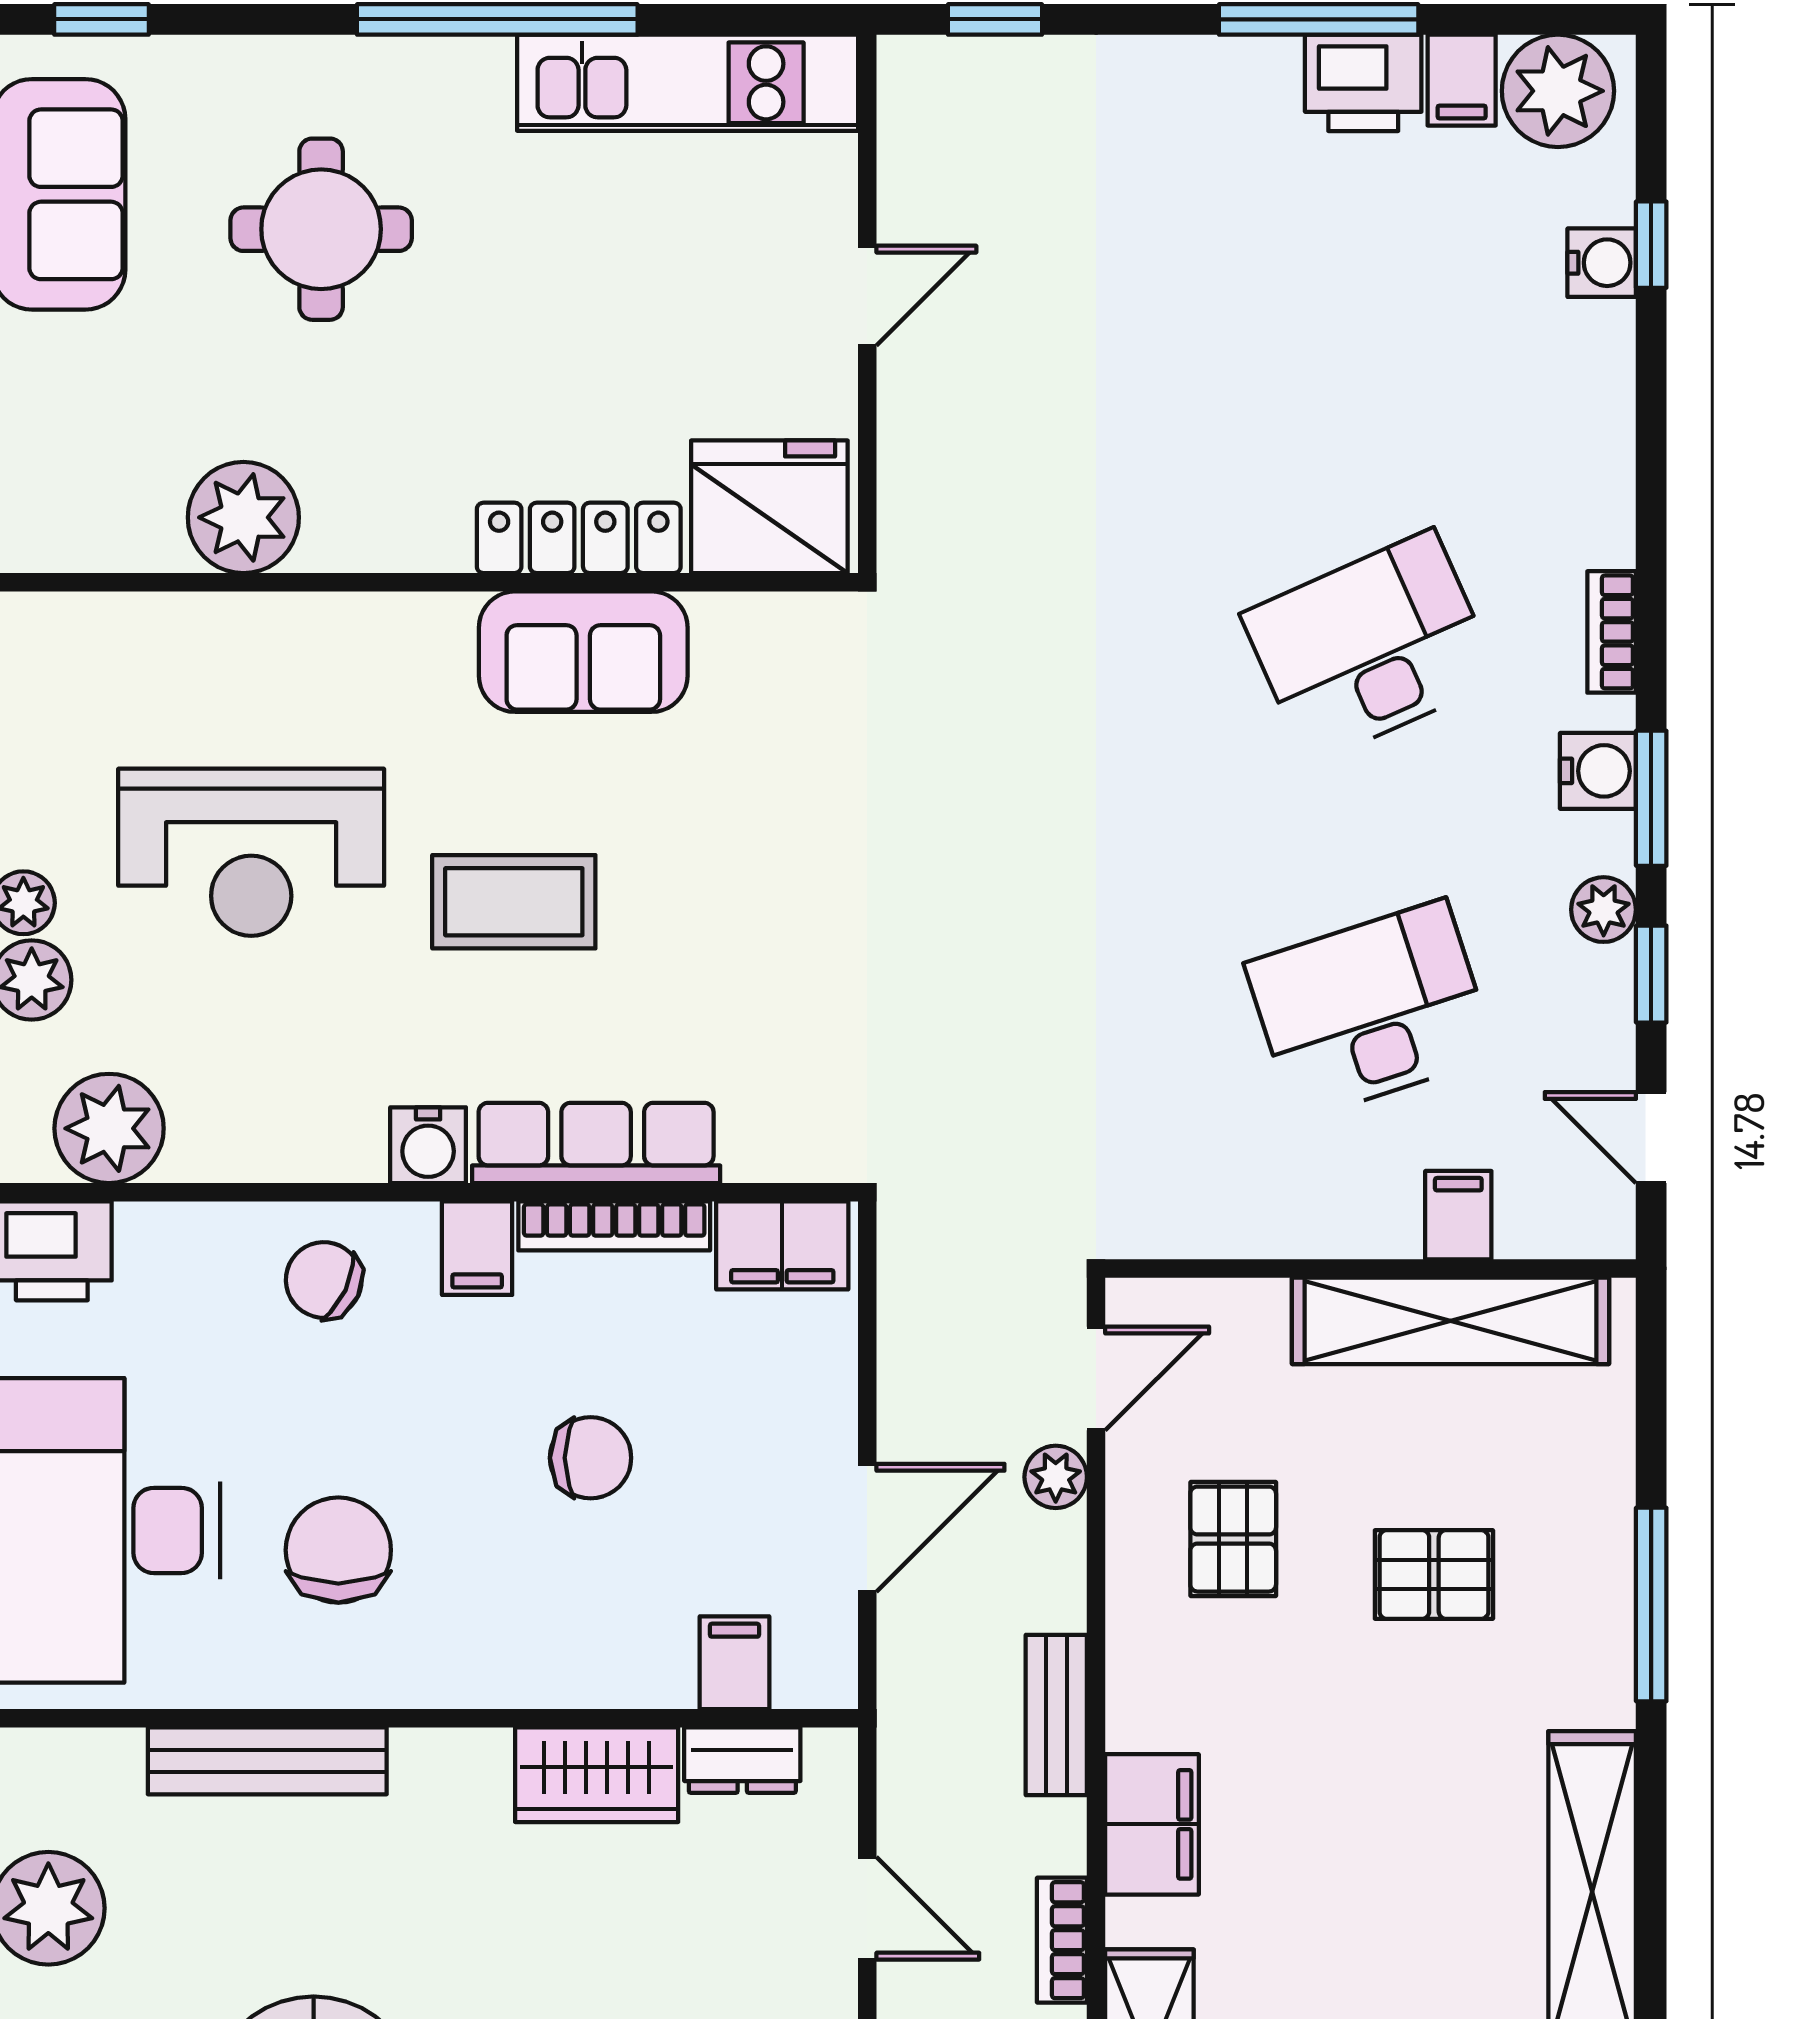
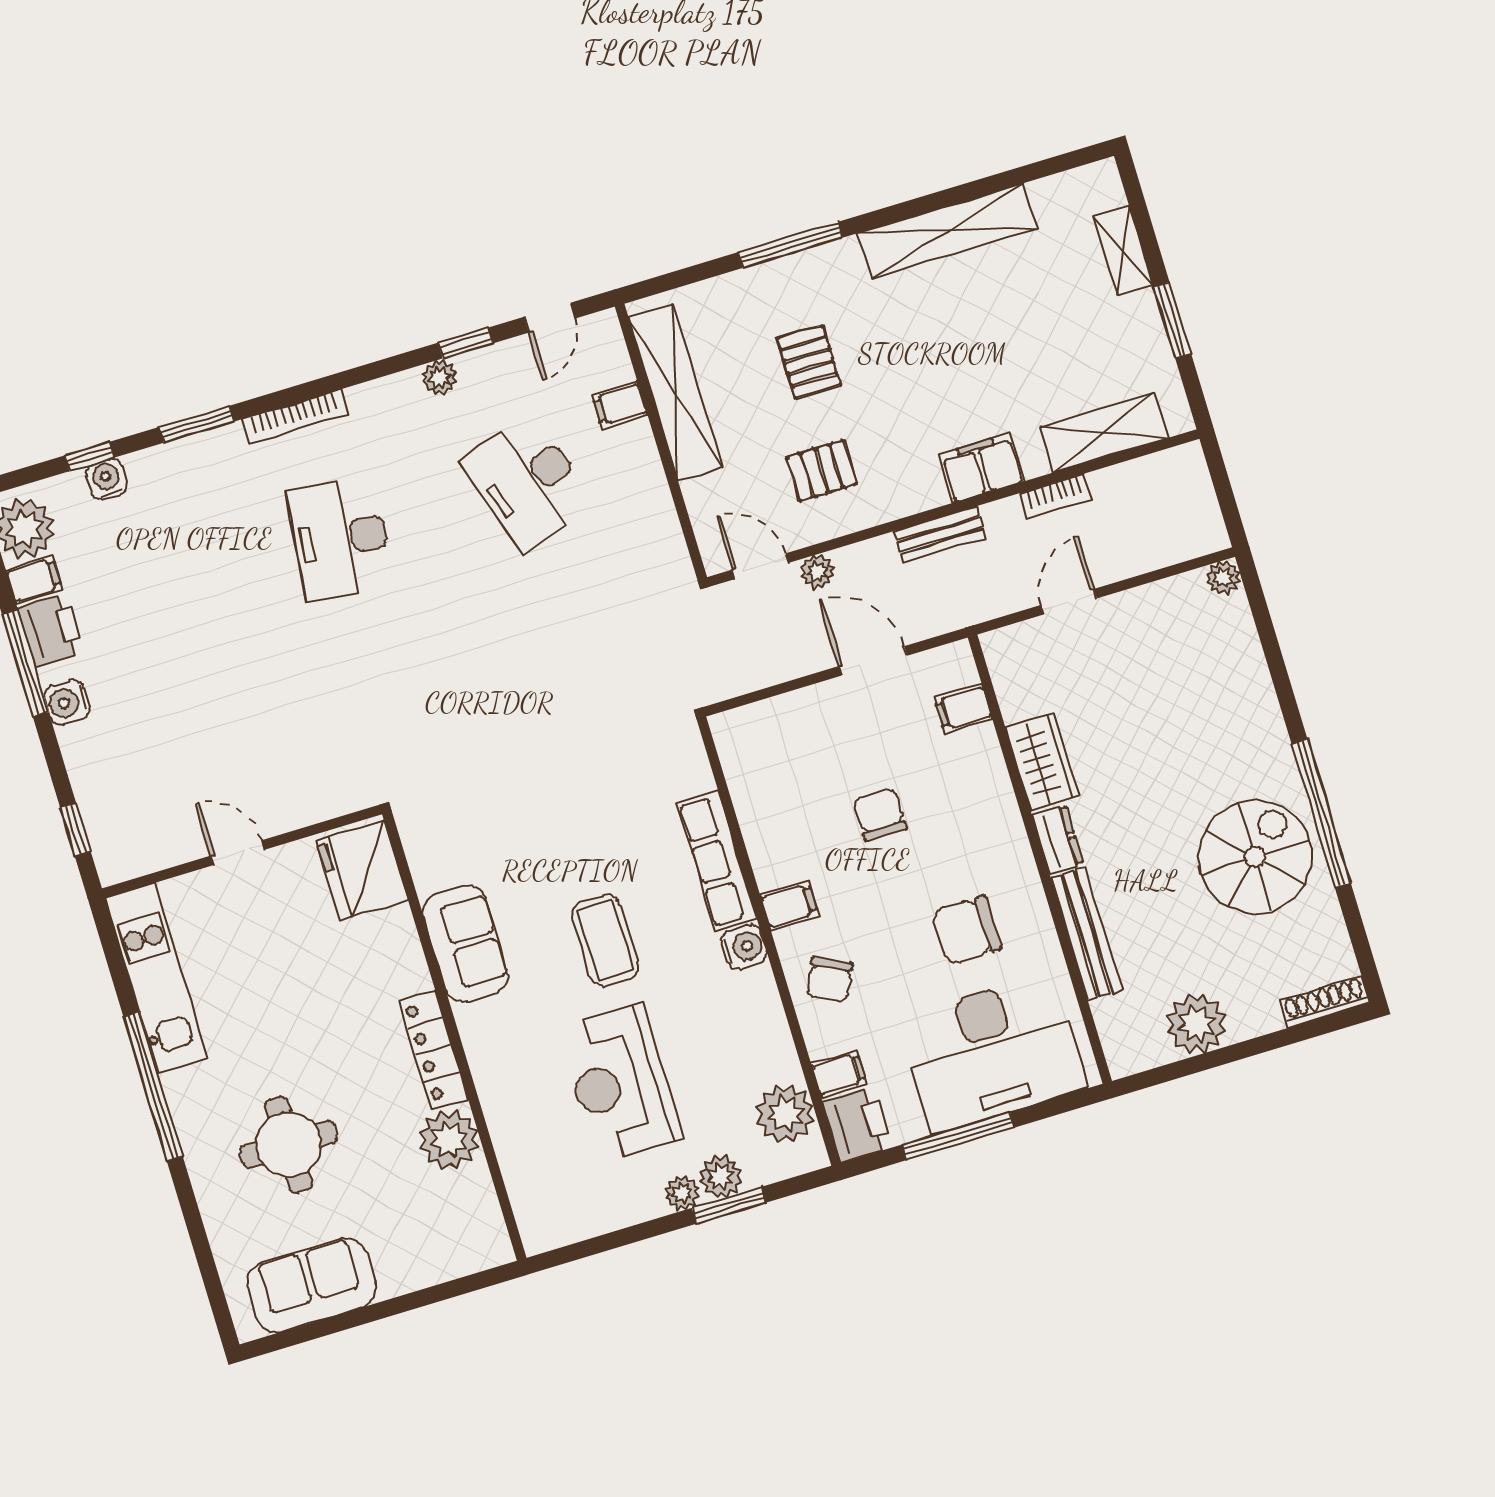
window: (101, 19) -> (215, 1290), removed
locker: (579, 538) -> (434, 1050), moved
bookcase: (1612, 632) -> (295, 417), width x1.56
desk: (1371, 647) -> (341, 539), turned 30
water cooler: (1598, 771) -> (67, 702), moved, turned -90
window: (1651, 798) -> (197, 424), moved
reception desk: (251, 852) -> (621, 1084), turned 180
bookcase: (614, 1226) -> (757, 838), removed
filing cabinet: (782, 1245) -> (839, 1074), moved, width x0.50
dresser: (742, 1760) -> (1057, 839), moved

